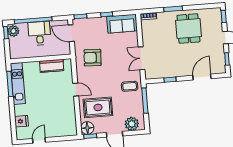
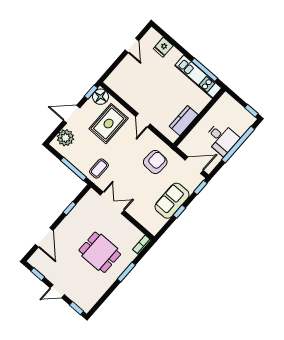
sofa: (122, 24) -> (172, 201), moved
dining table: (188, 29) -> (100, 252), moved
plant: (13, 31) -> (246, 118), removed
door: (76, 90) -> (143, 120), hinge flipped

